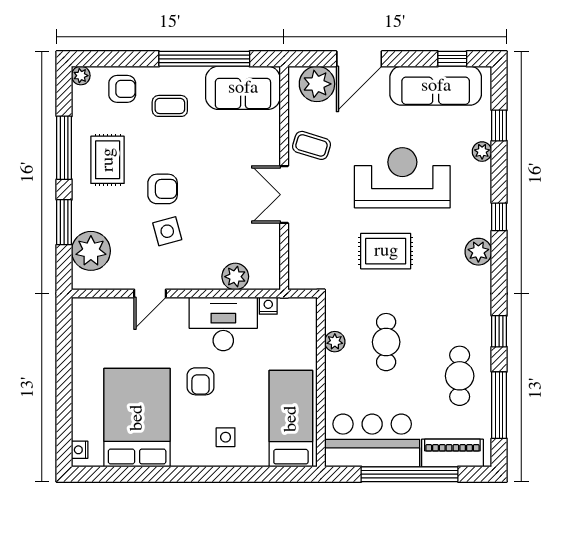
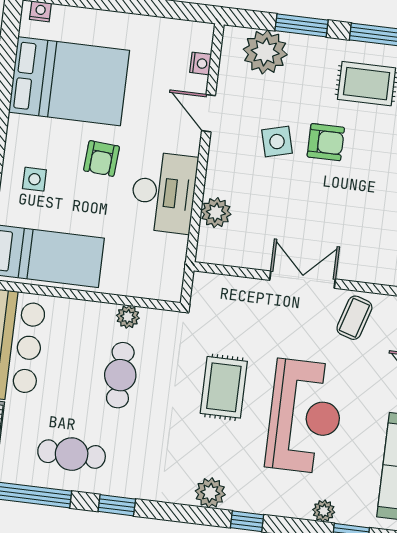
armchair: (163, 189) -> (326, 142), turned -90
nightstand: (268, 306) -> (201, 63), moved
cafe table: (386, 342) -> (120, 375), turned 90
armchair: (201, 381) -> (102, 158), turned -86

